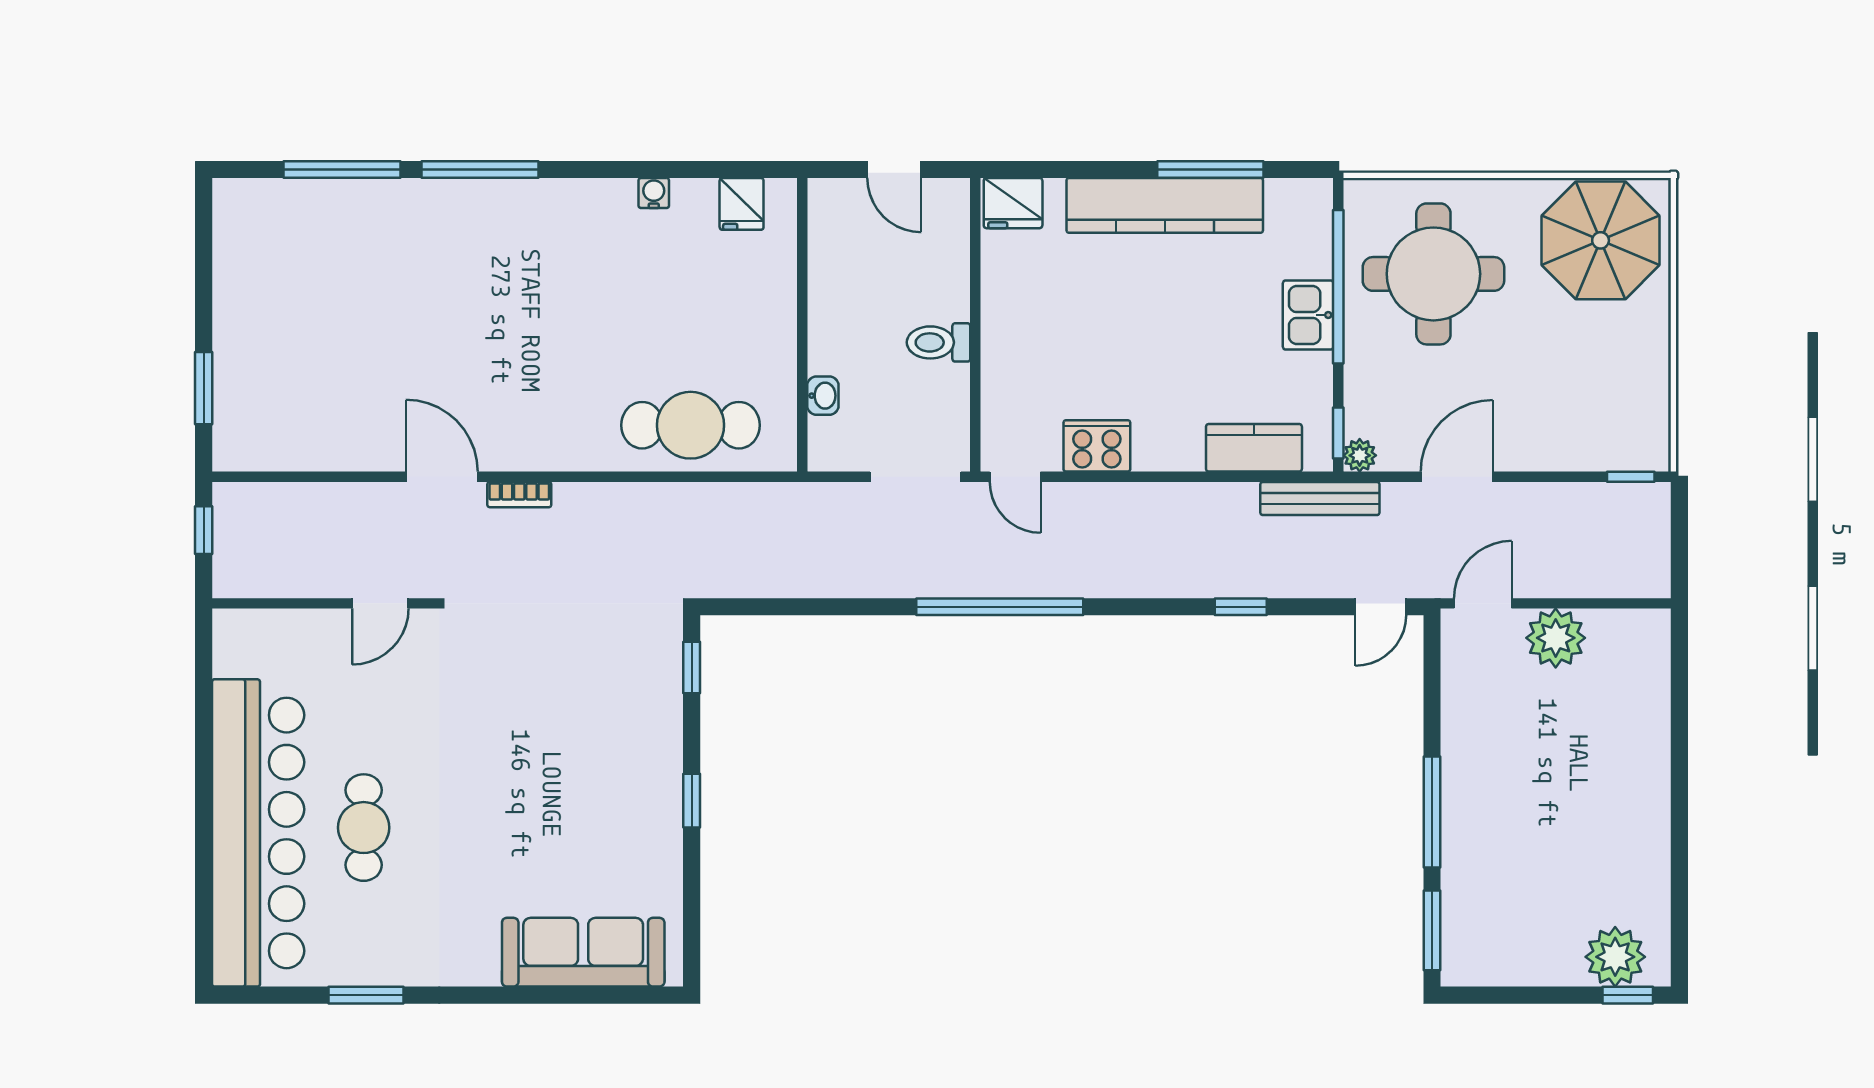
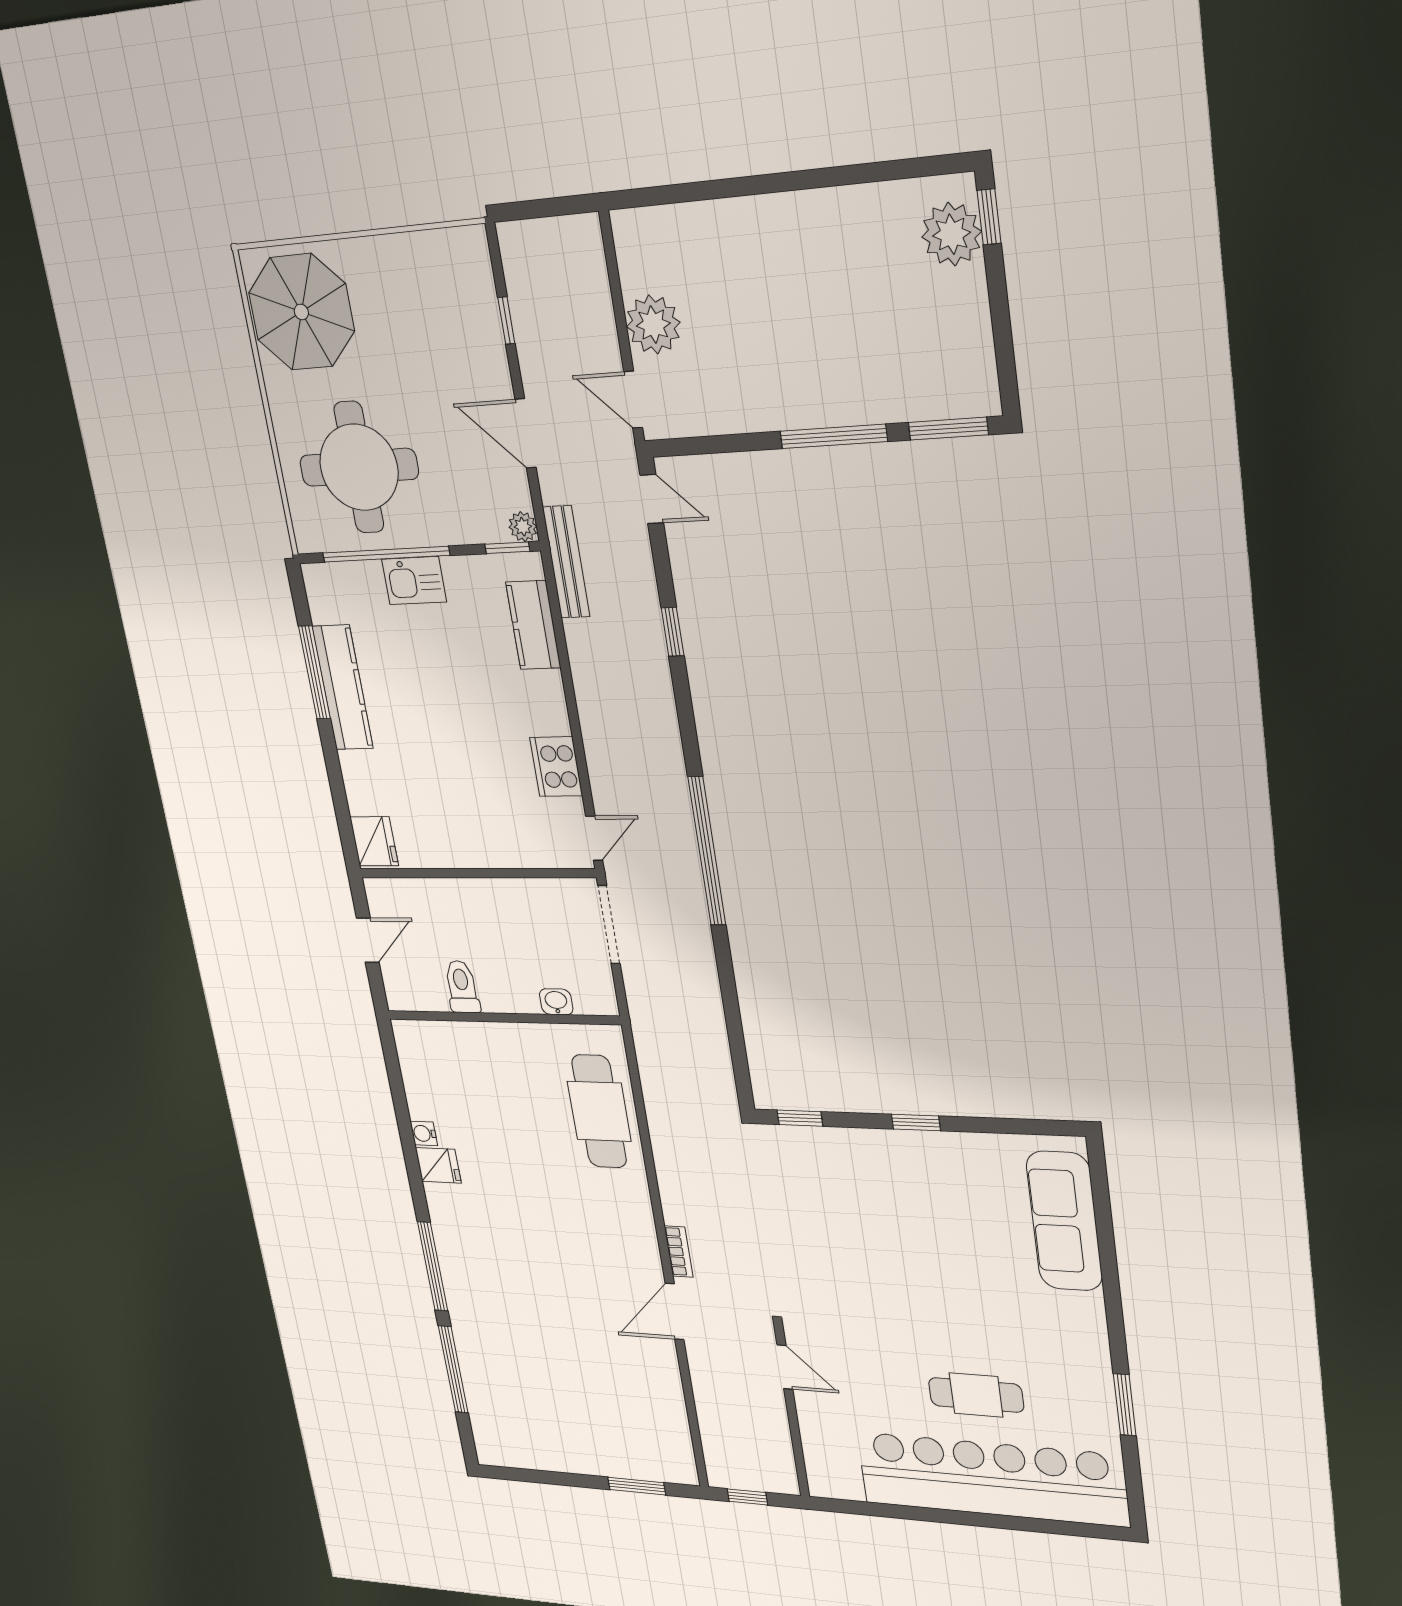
fridge: (742, 204) -> (438, 1165), moved
kitchen counter: (1165, 205) -> (343, 688), width x0.72, depth x0.86
toilet: (939, 342) -> (462, 987), moved, turned 180
window: (1631, 477) -> (506, 320), moved

